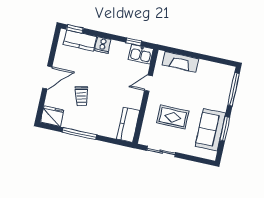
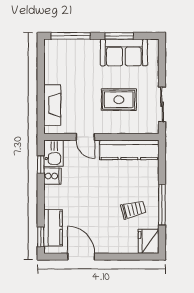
cooker: (103, 45) -> (52, 176), moved
door: (47, 78) -> (81, 257), moved
trolley: (81, 96) -> (133, 210), moved
rug: (173, 117) -> (119, 100), turned 90
kitchen counter: (128, 125) -> (129, 150), width x1.50

